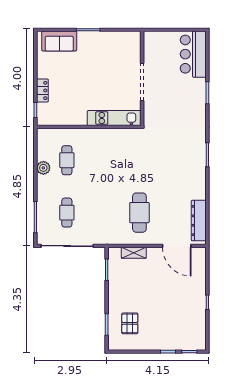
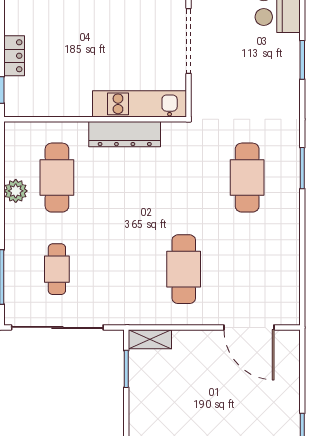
cafe table: (67, 160) -> (57, 178), width x1.37, depth x1.35
cafe table: (176, 160) -> (247, 178), added
dresser: (199, 221) -> (125, 134), moved, turned -90
shelving: (134, 253) -> (150, 339), moved

